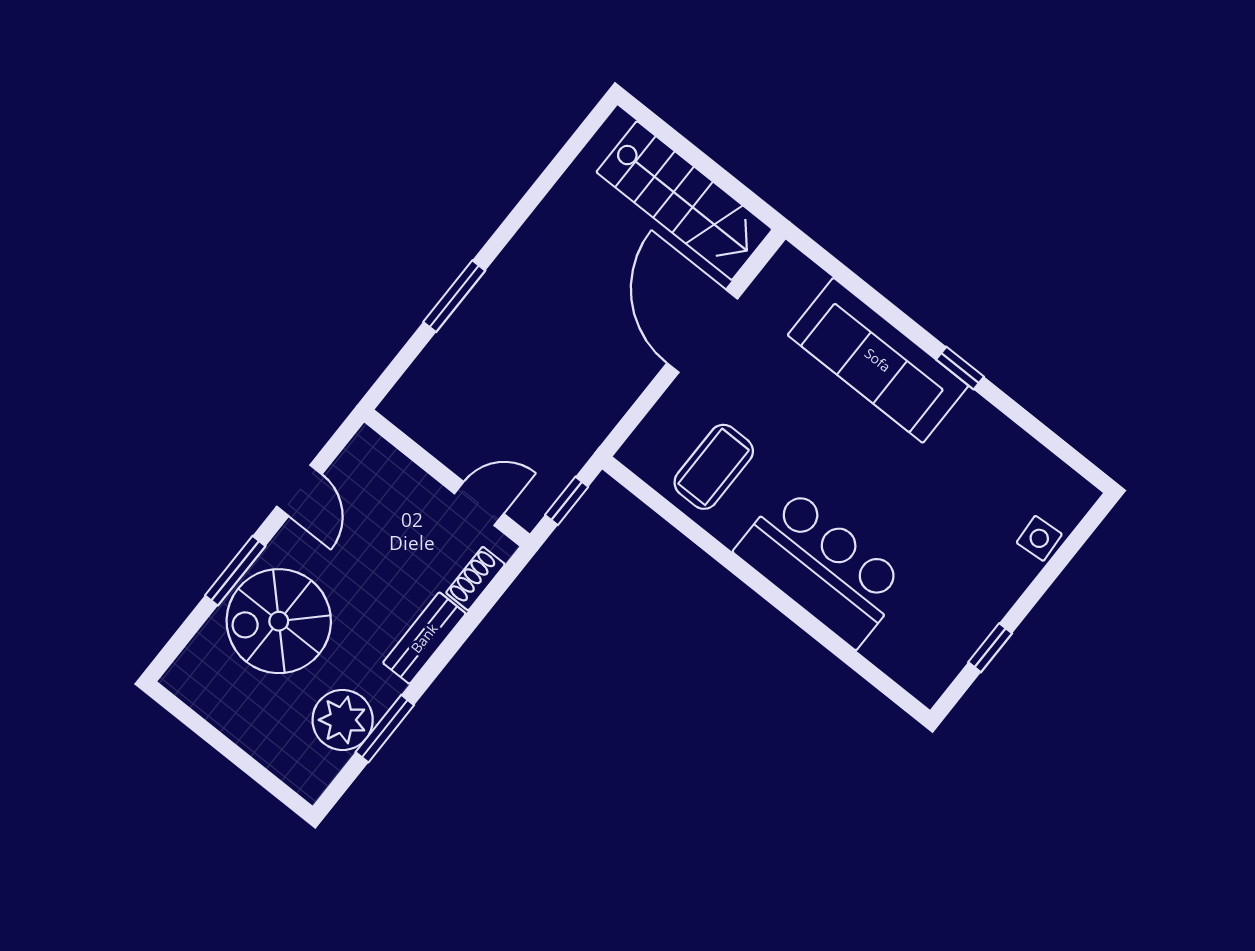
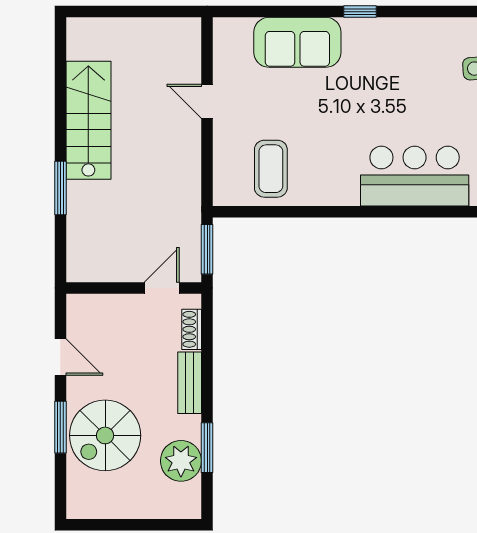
stairs: (684, 201) -> (88, 120), moved, turned -90
door: (702, 331) -> (207, 101), width x0.53
sofa: (878, 360) -> (297, 42), width x0.73
window: (567, 501) -> (207, 249), width x1.50
bar counter: (822, 567) -> (415, 176), moved

